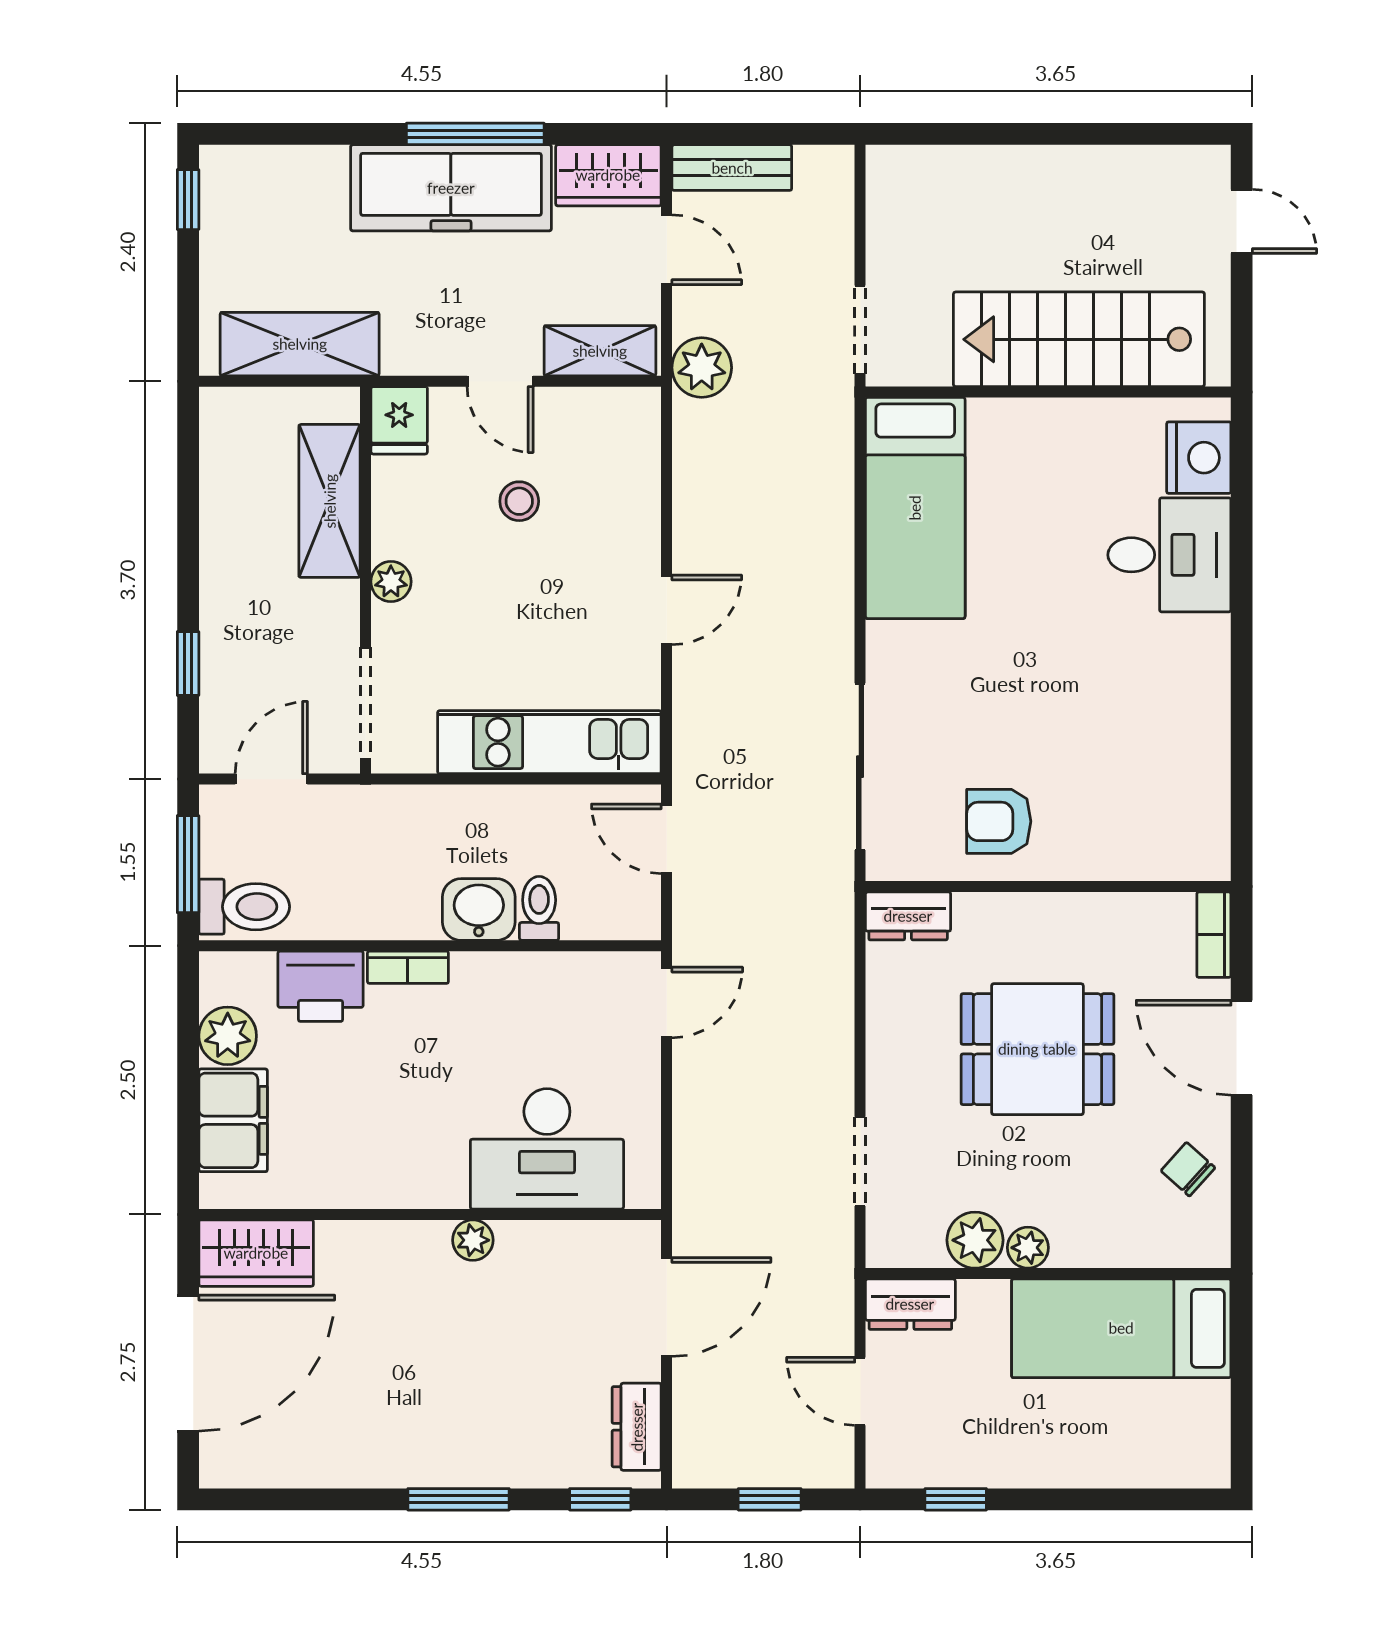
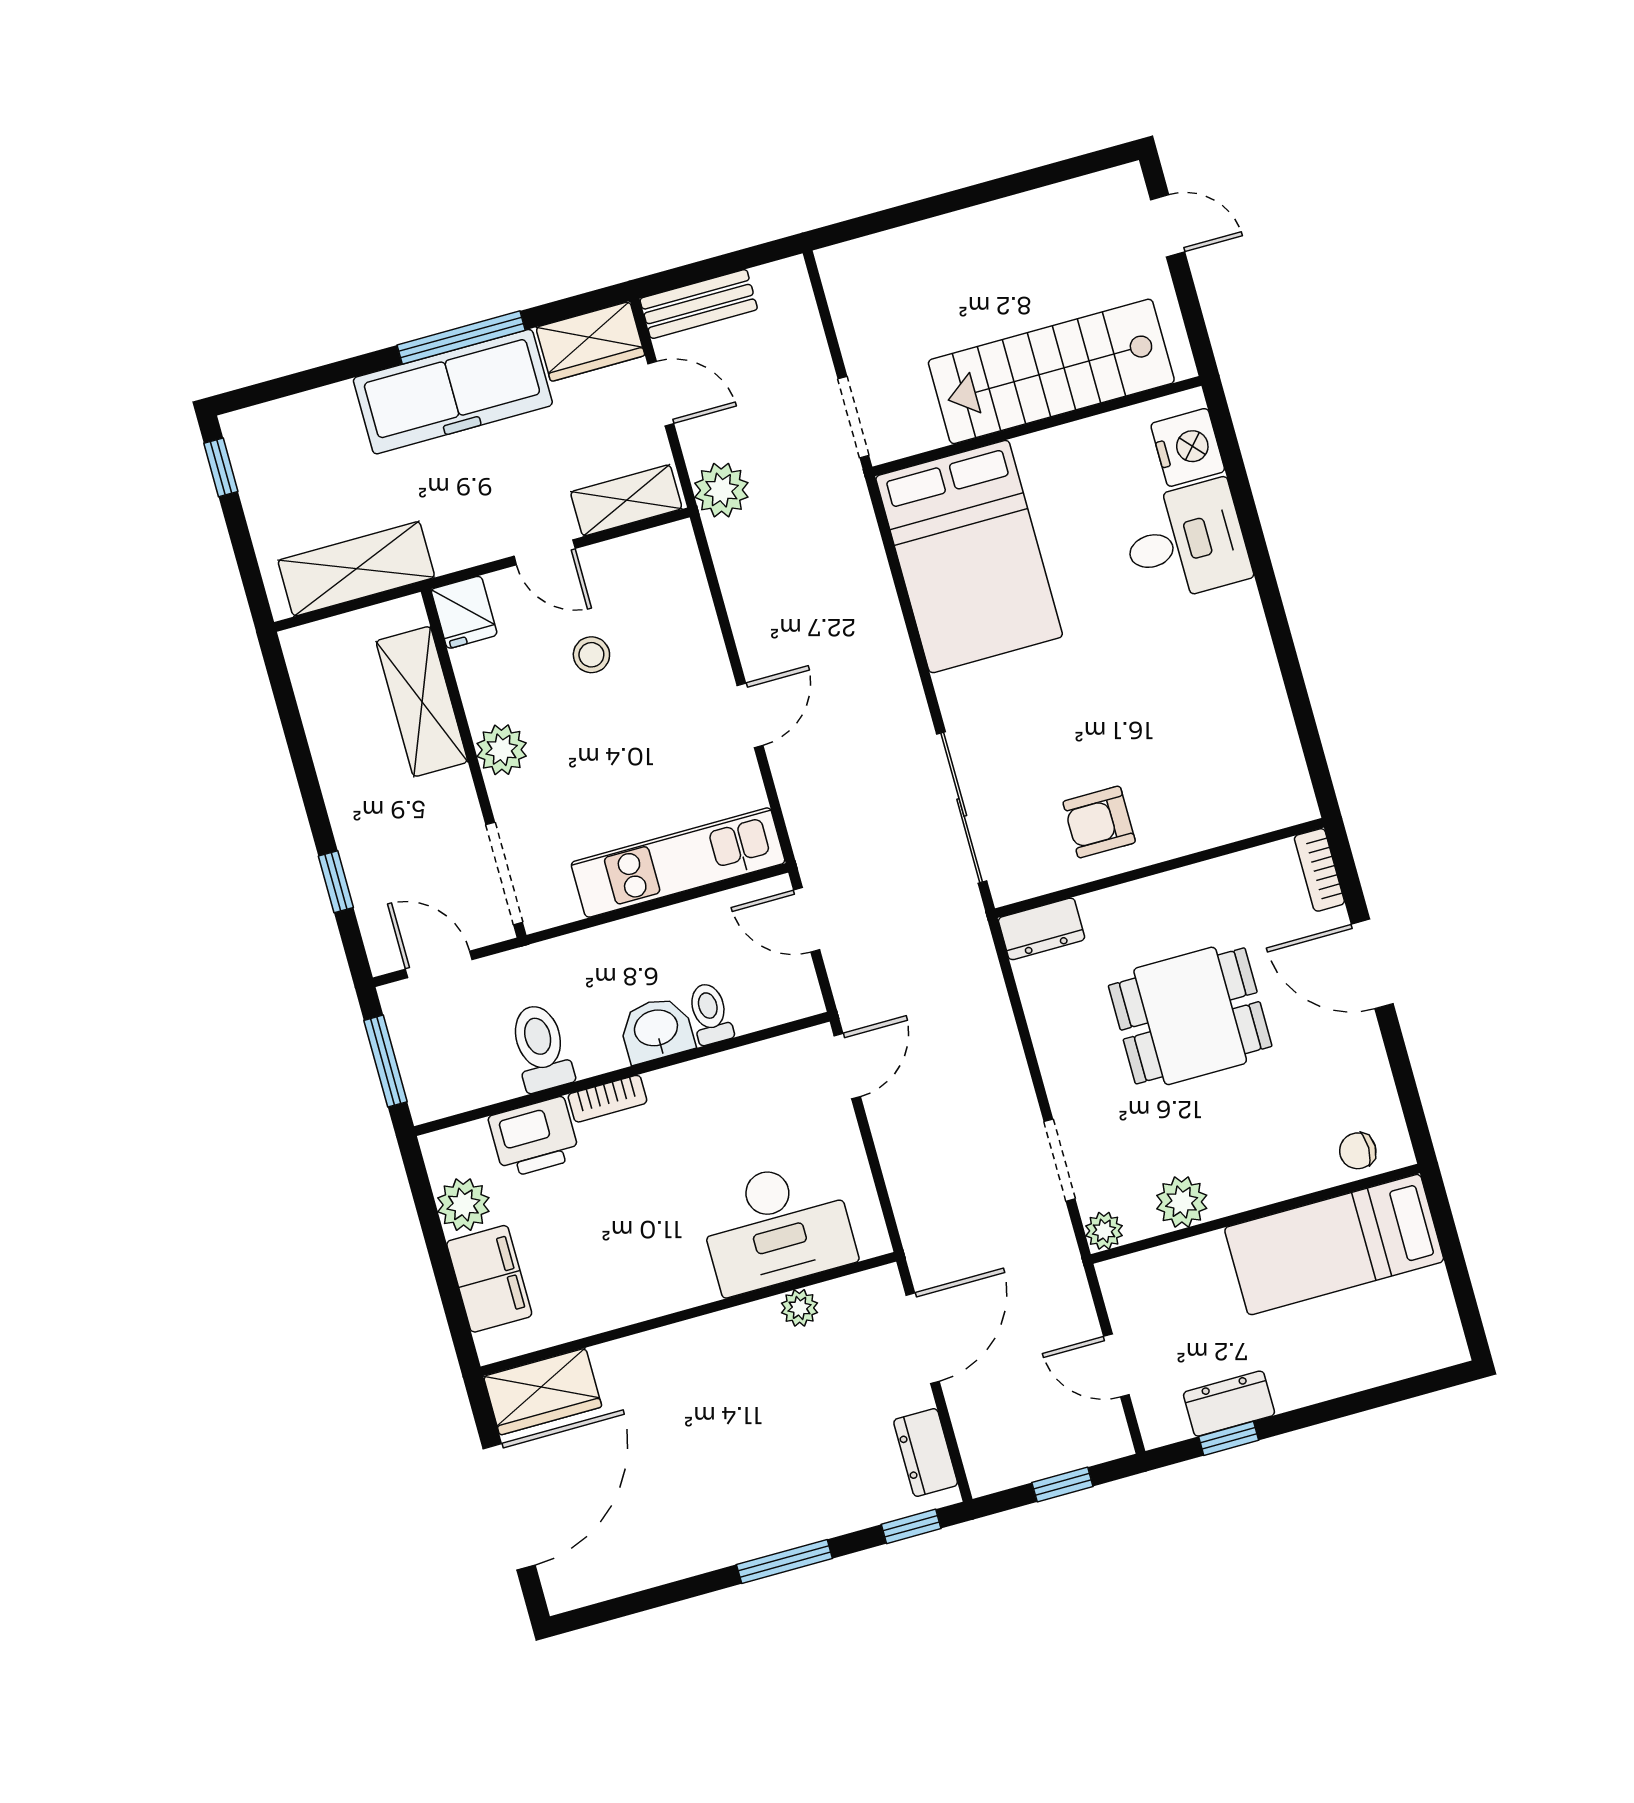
bed: (915, 508) -> (969, 557), width x1.50
plant: (391, 582) -> (502, 750), width x1.38, depth x1.38
door: (271, 779) -> (439, 964), hinge flipped
toilet: (244, 907) -> (541, 1048), moved, turned -90
chair: (1188, 1169) -> (1358, 1151), moved, turned -42
plant: (473, 1240) -> (799, 1308), moved
plant: (1028, 1248) -> (1104, 1231), moved
dresser: (910, 1304) -> (1229, 1404), moved, turned 180

